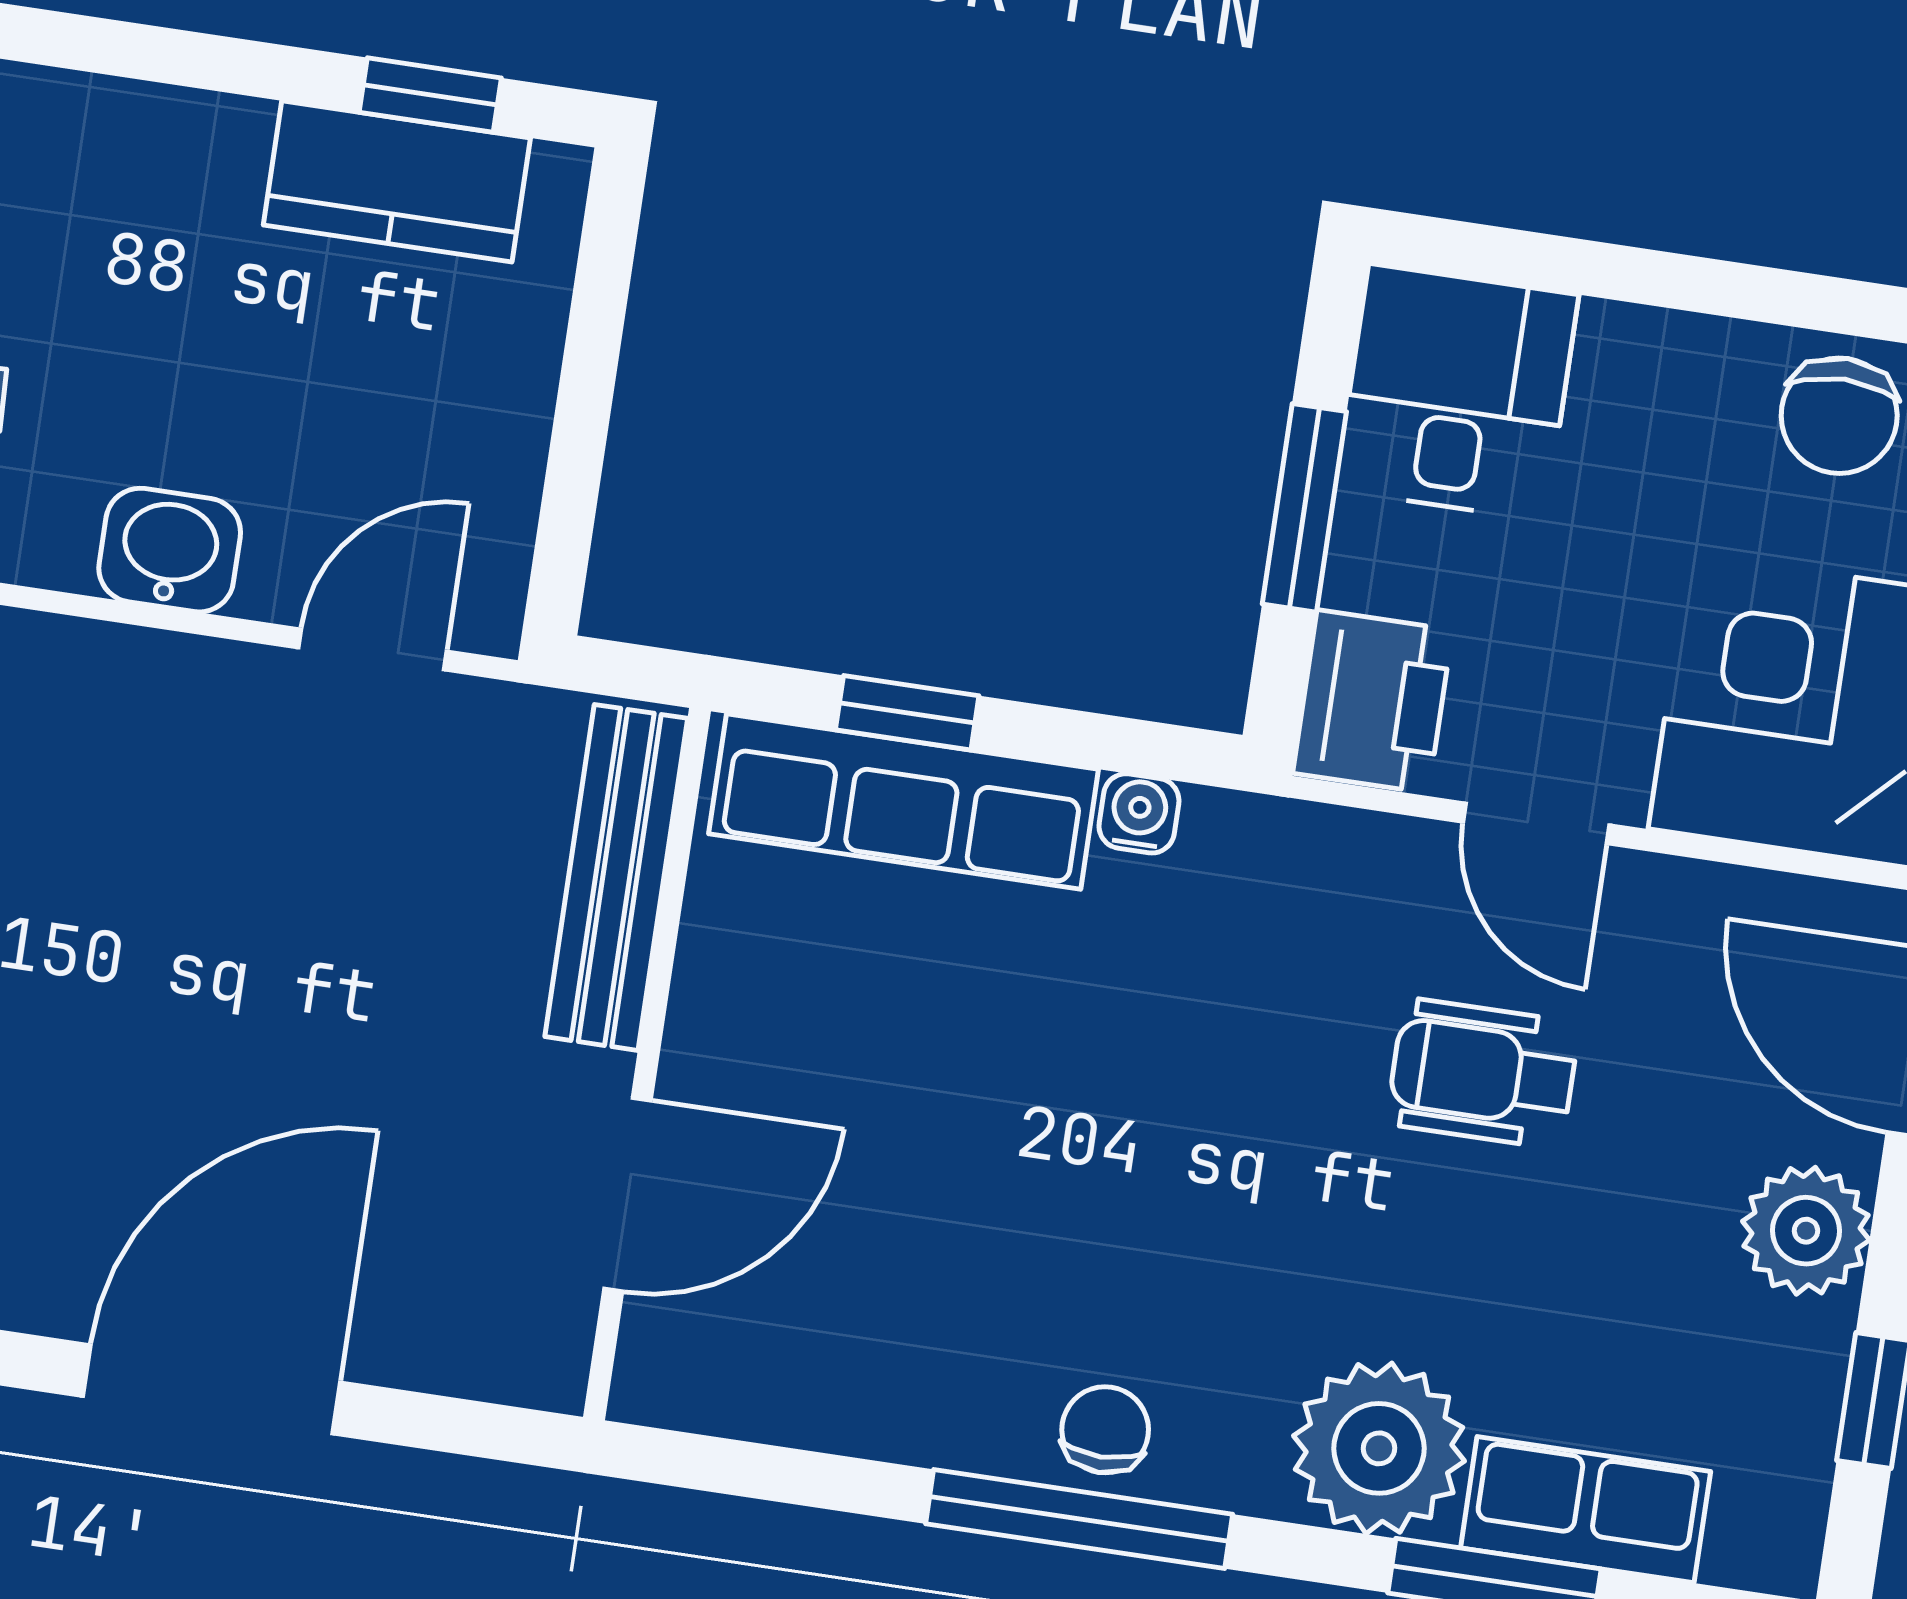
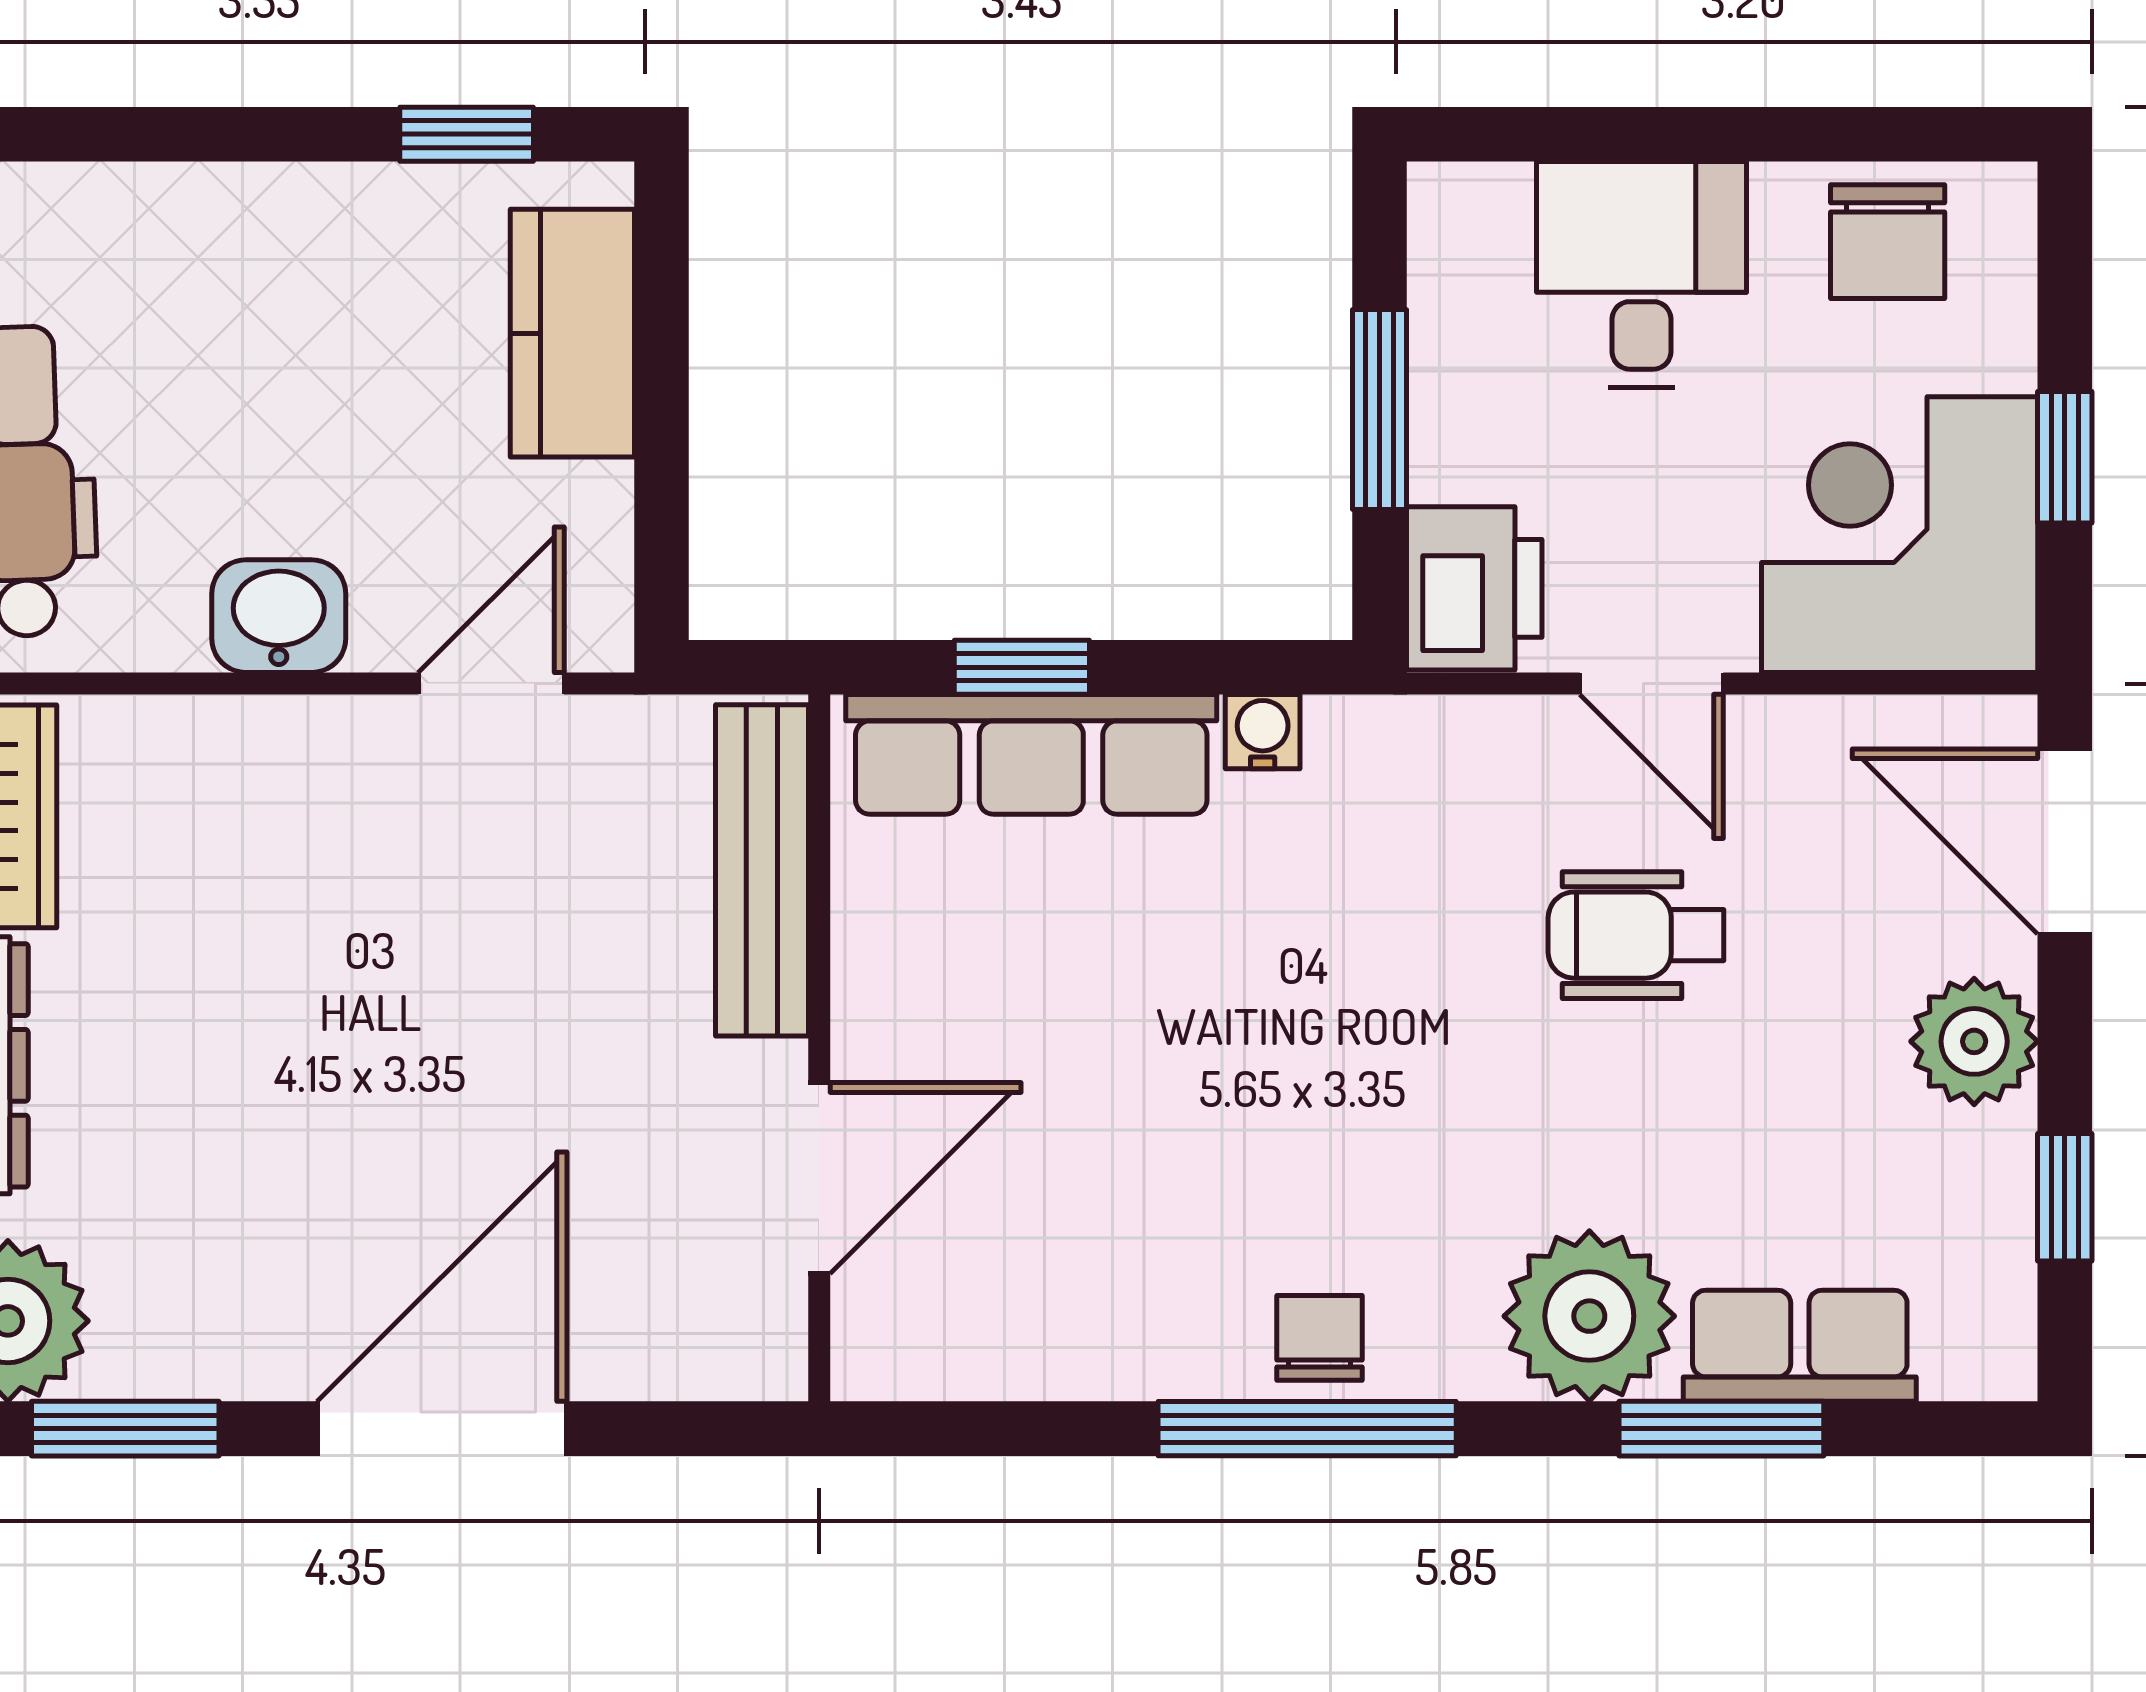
kitchen counter: (397, 181) -> (572, 333), moved, turned 90
desk: (1457, 392) -> (1641, 274), moved

